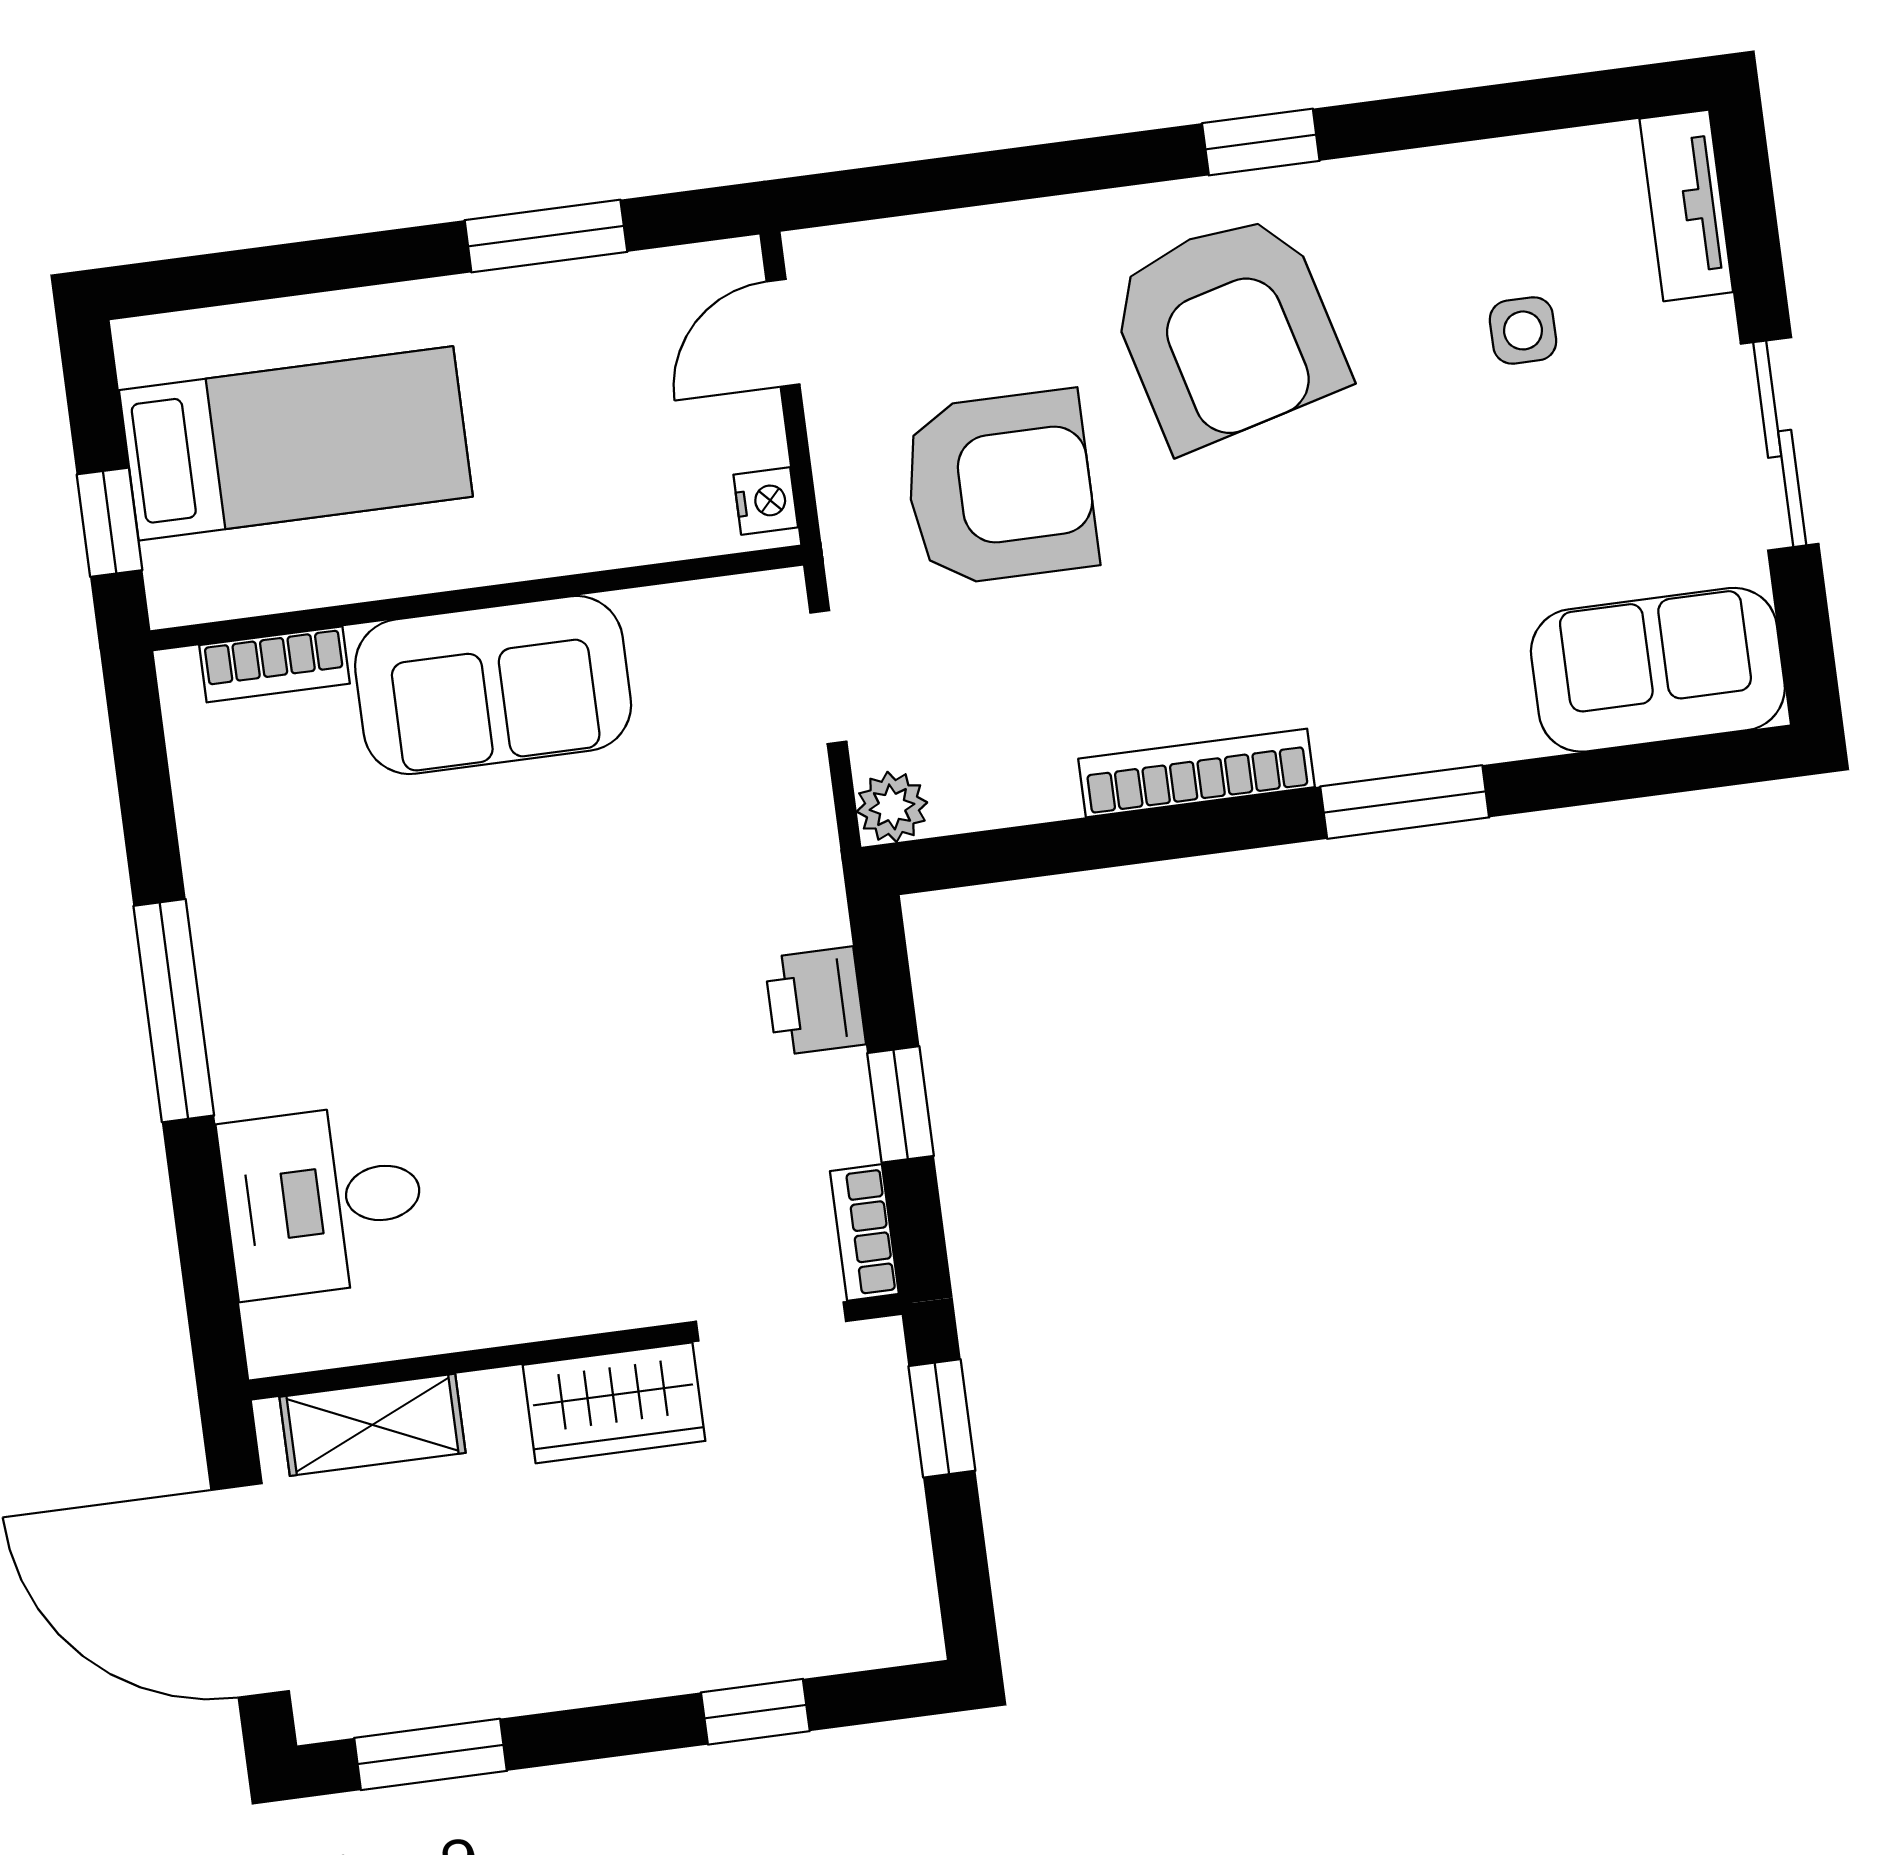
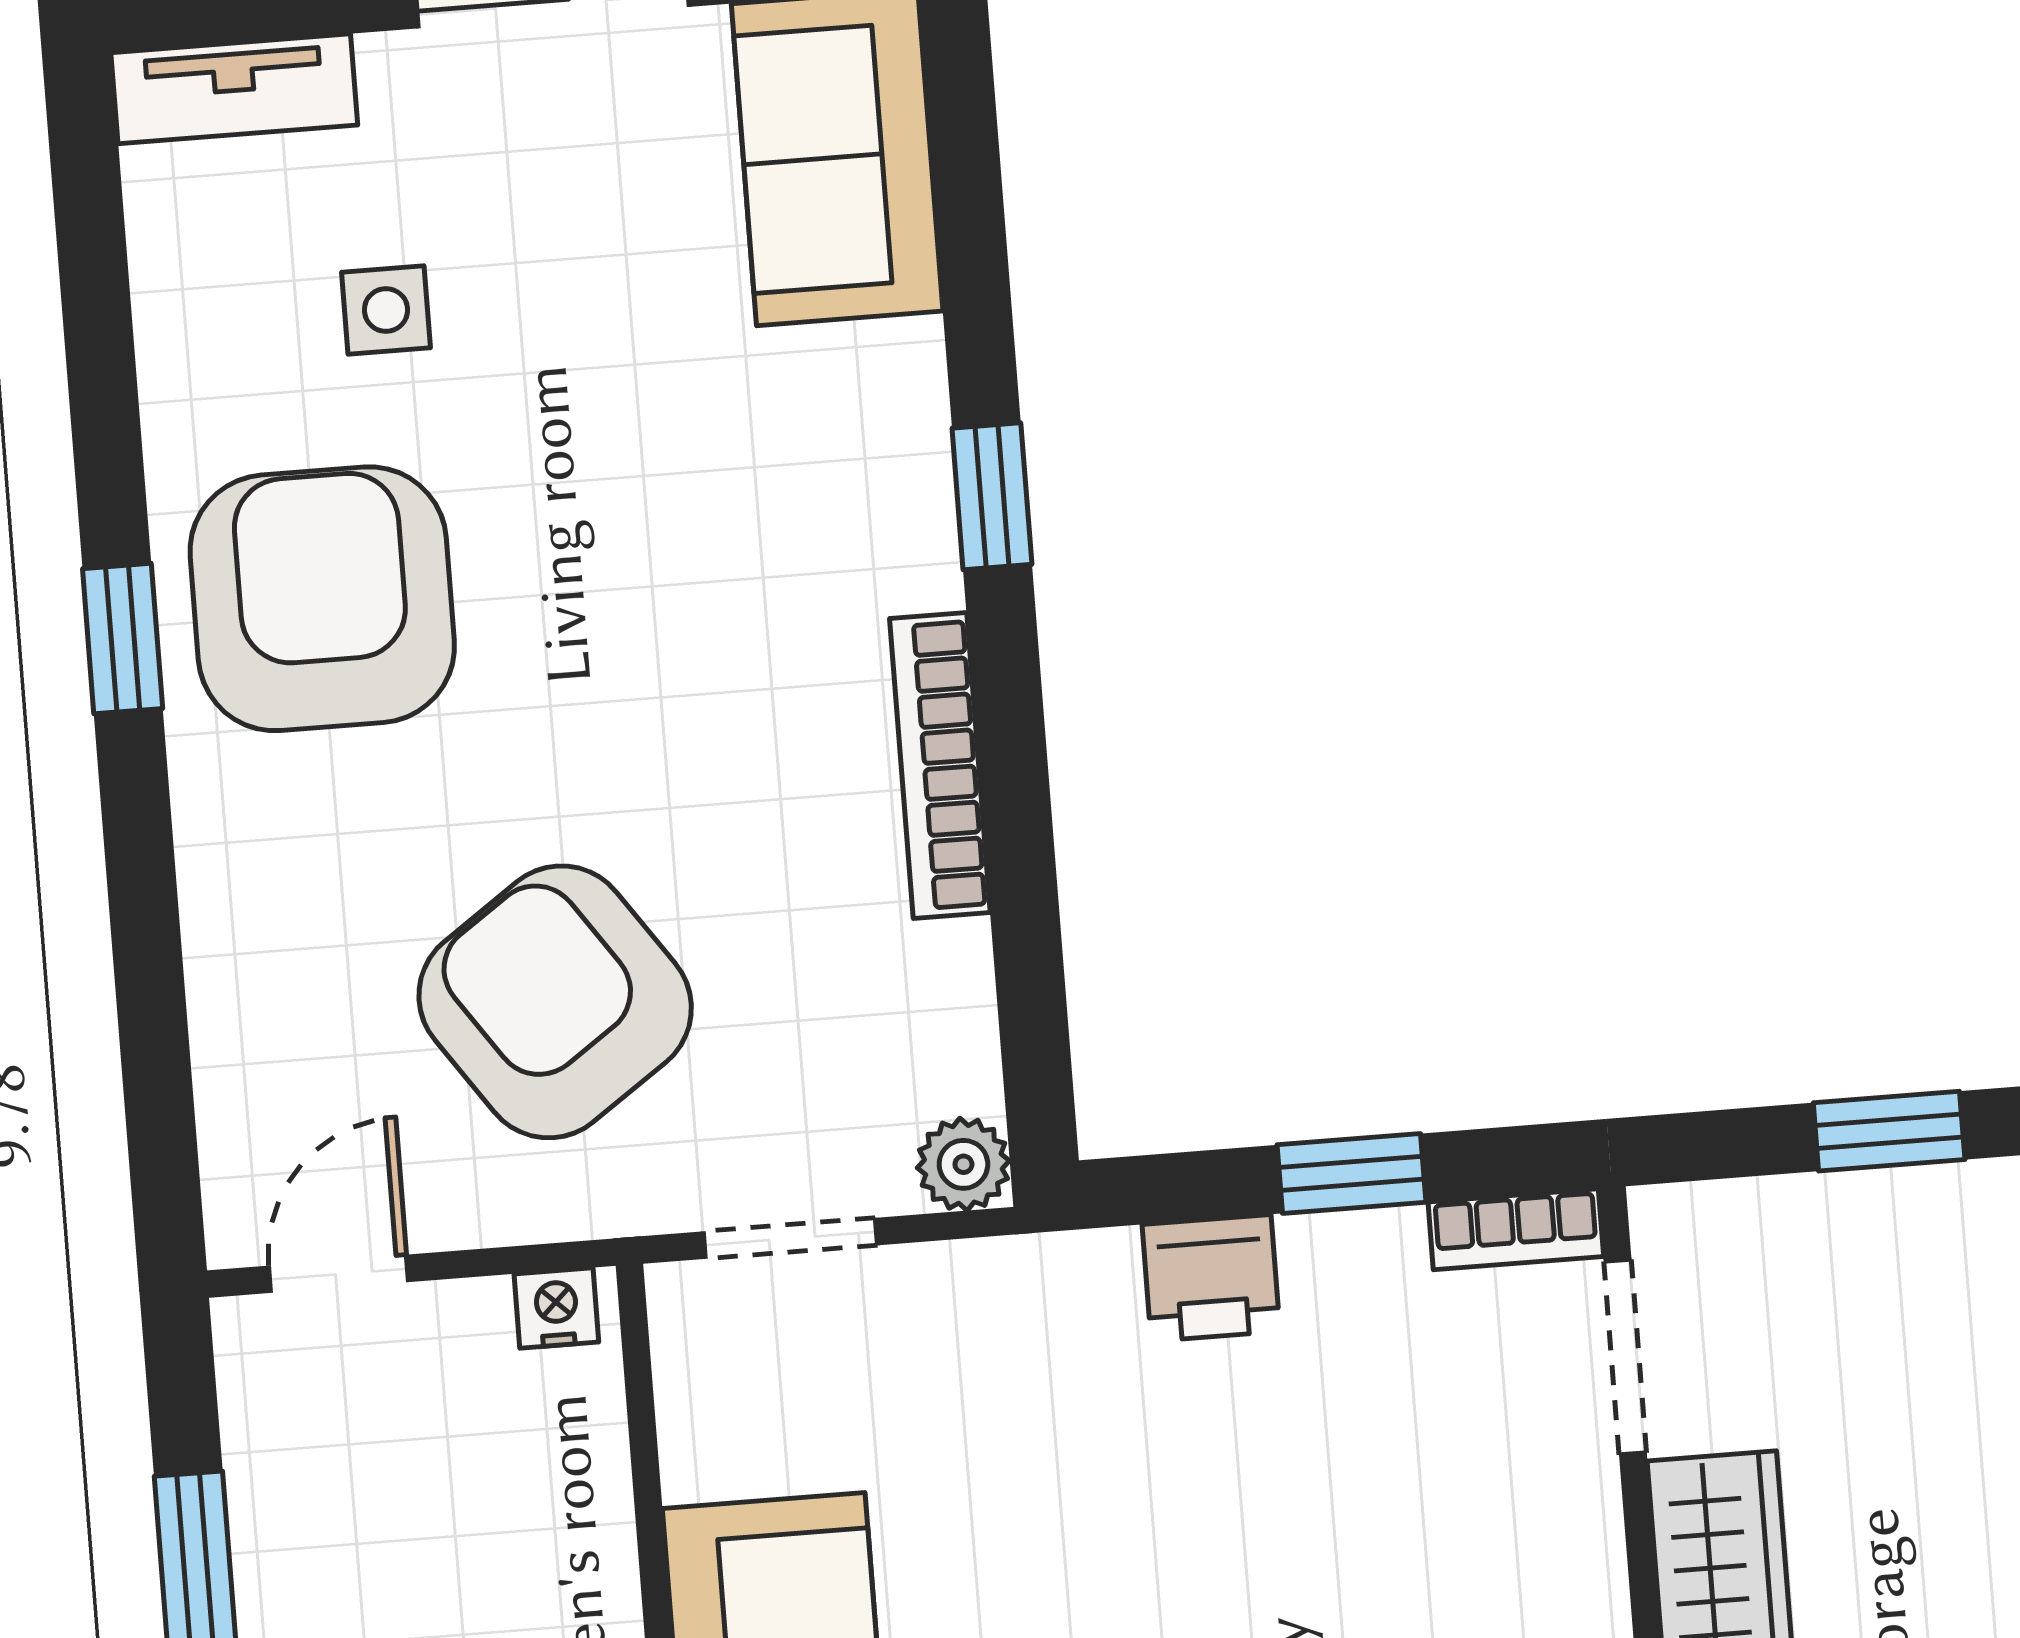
armchair: (1227, 330) -> (322, 599), moved, turned -75
door: (783, 333) -> (339, 1274), swing flipped
armchair: (1000, 488) -> (555, 1002), turned -35
window: (1405, 802) -> (992, 496), width x0.67
window: (942, 1418) -> (1889, 1131), moved

